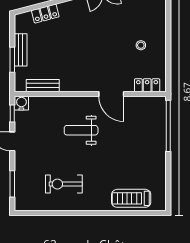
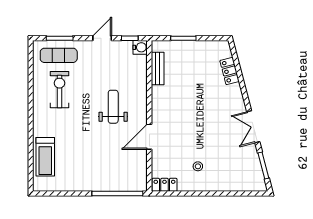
bench: (21, 50) -> (193, 46), removed
locker: (147, 85) -> (164, 185), moved, turned -90
exercise mat: (30, 185) -> (59, 55), added
treadmill: (131, 198) -> (45, 157), turned 180

